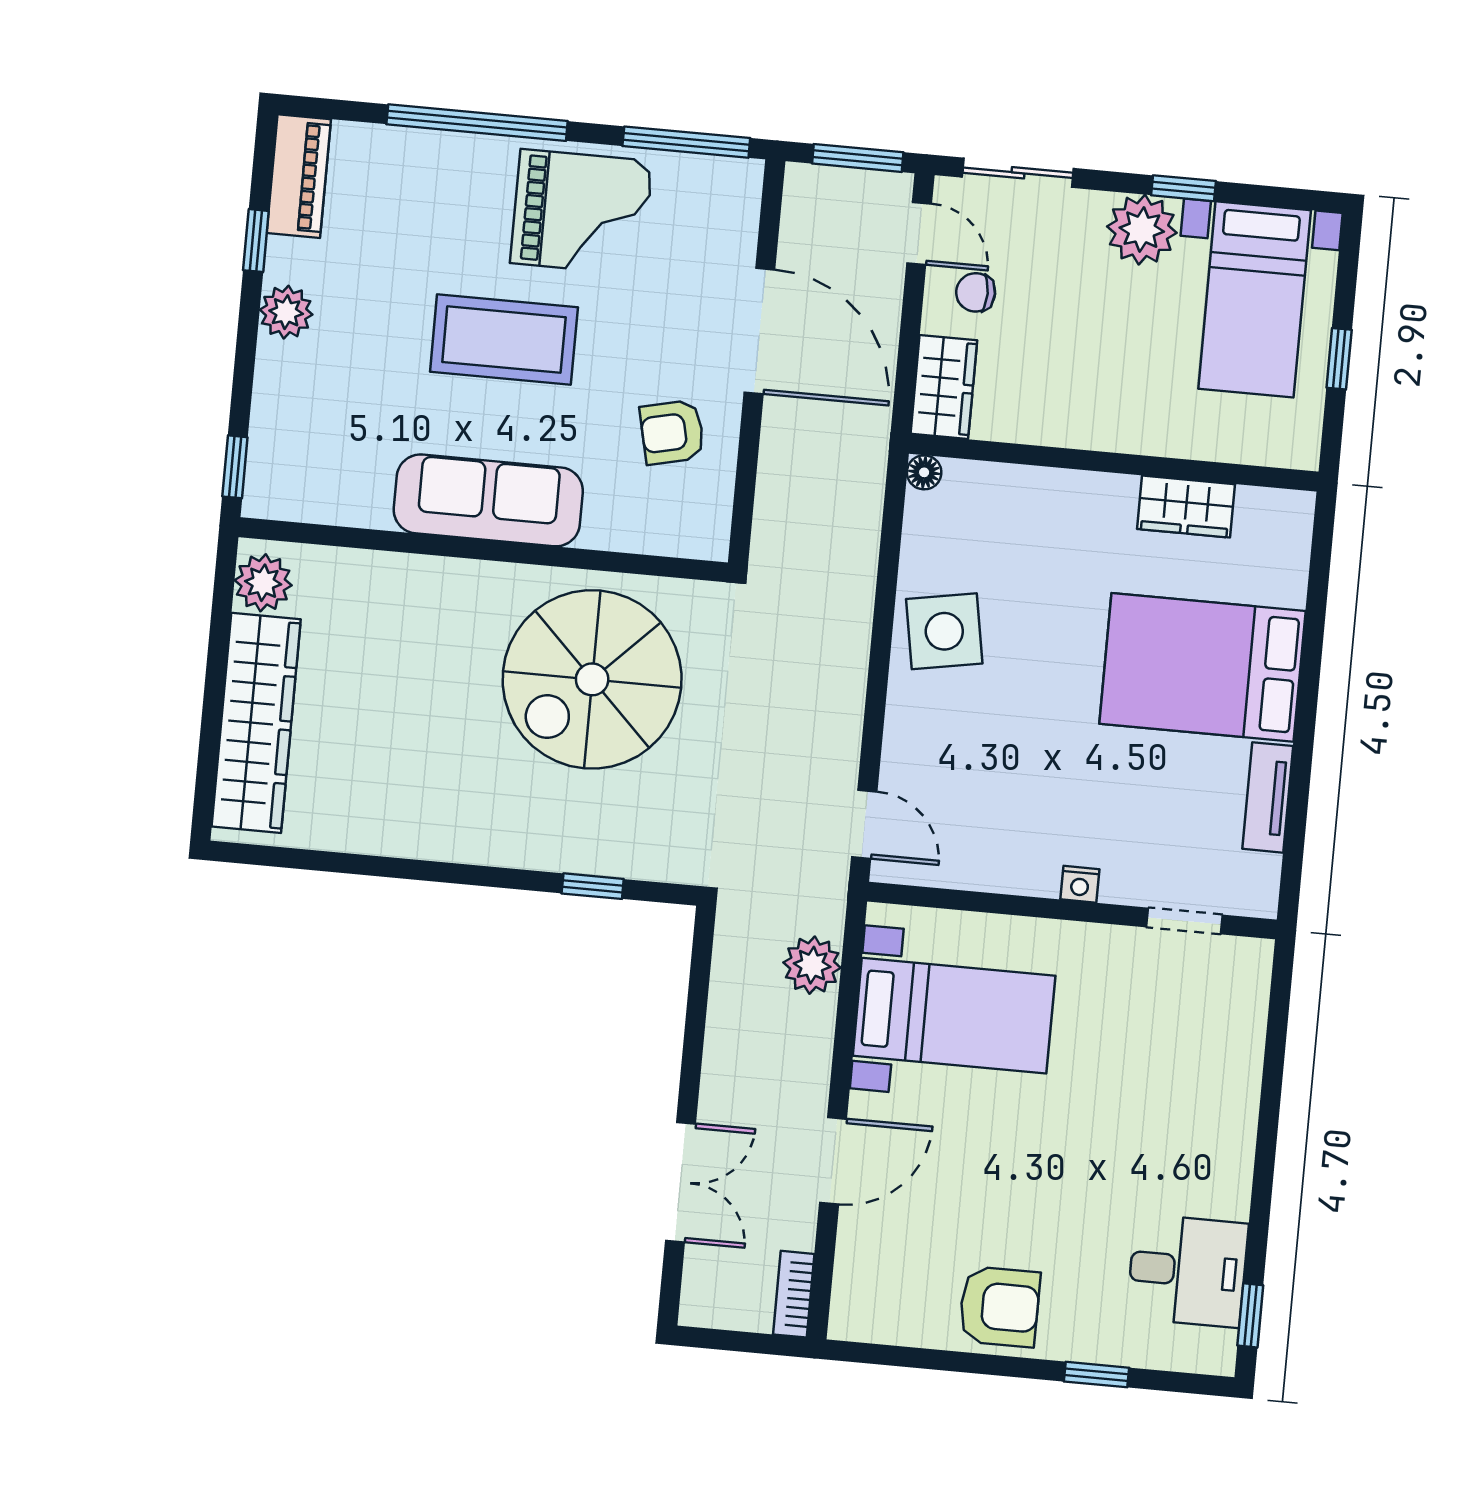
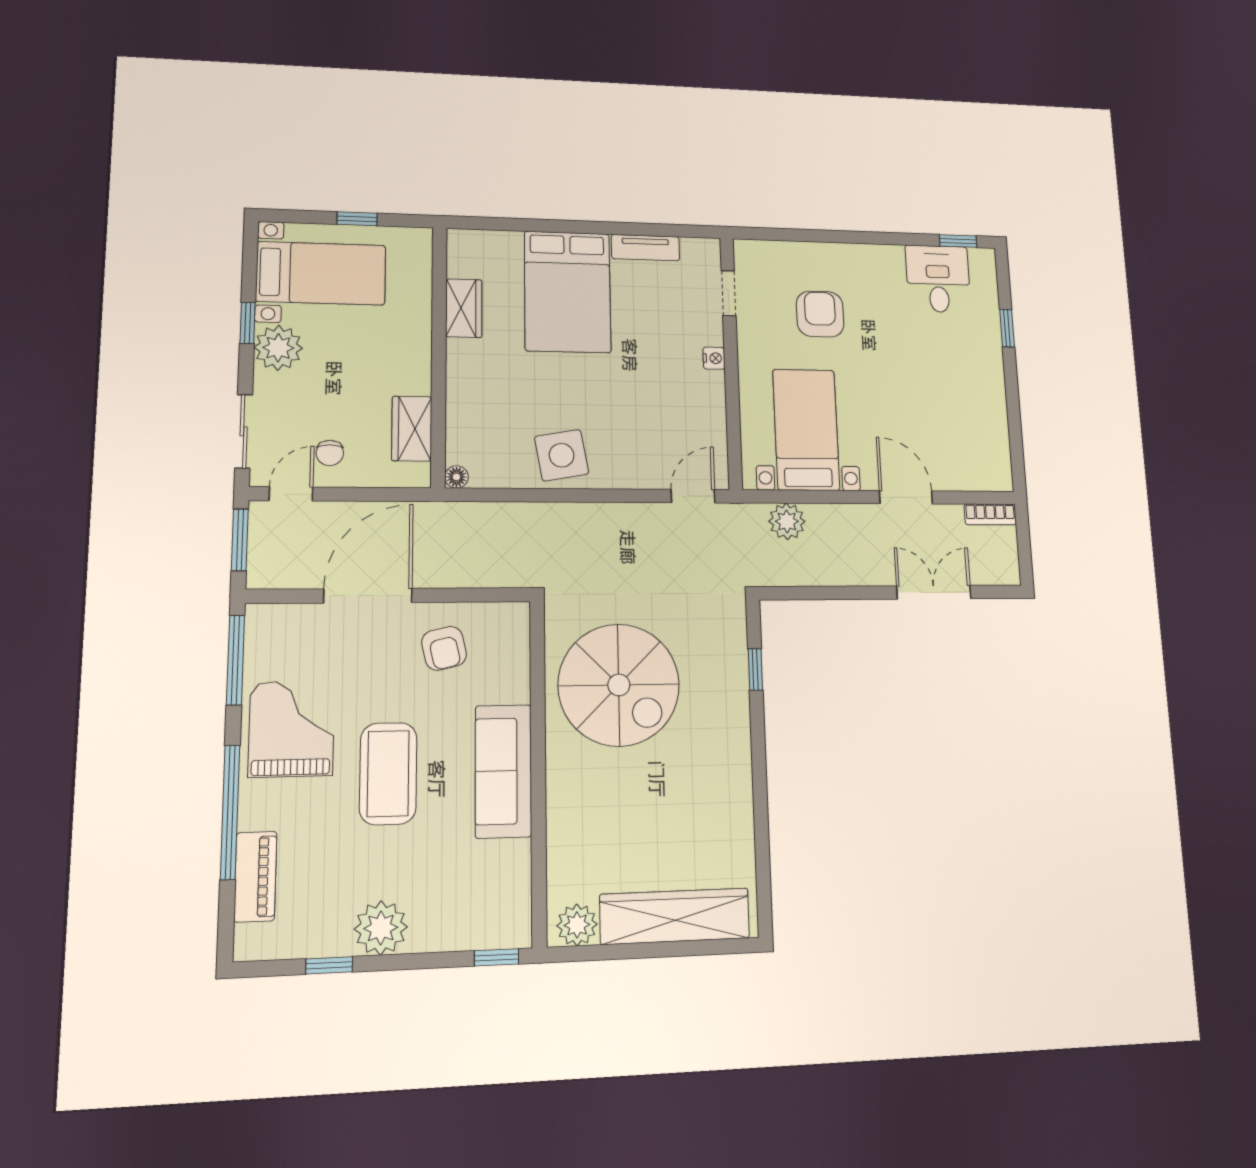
piano: (299, 176) -> (255, 877), moved, turned 90
plant: (286, 312) -> (381, 928), width x1.36, depth x1.36
wardrobe: (944, 387) -> (412, 429), moved, turned -90
armchair: (999, 1307) -> (820, 314), moved

